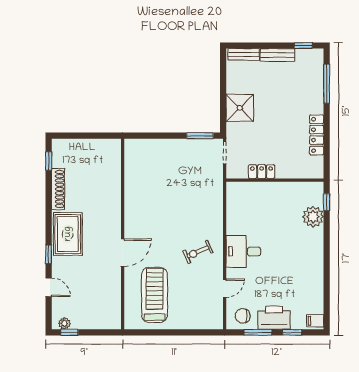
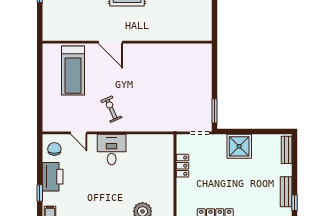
bench: (277, 55) -> (286, 192), moved
treadmill: (155, 295) -> (73, 71), turned 90
window: (258, 332) -> (40, 162), removed

